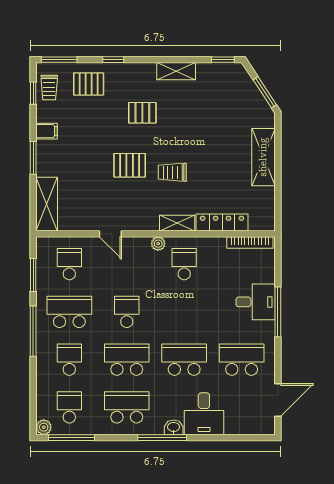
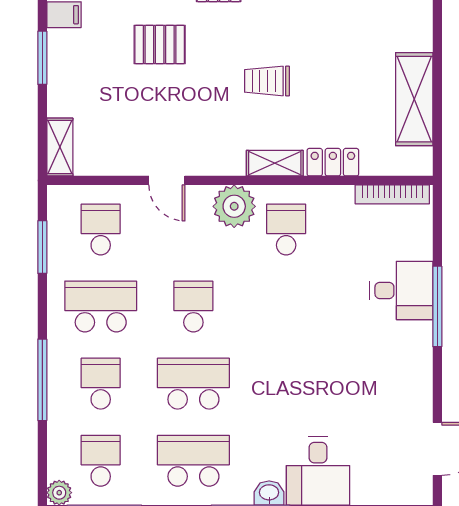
shelving: (263, 157) -> (414, 99), moved
pallet: (130, 165) -> (160, 45), moved
shelving: (47, 204) -> (60, 147), width x0.67, depth x0.75
locker: (222, 222) -> (333, 162), width x0.66
plant: (158, 244) -> (234, 206), width x1.88, depth x1.88
window: (33, 331) -> (42, 380), moved
school desk: (184, 360) -> (286, 384), removed
school desk: (242, 360) -> (379, 384), removed

